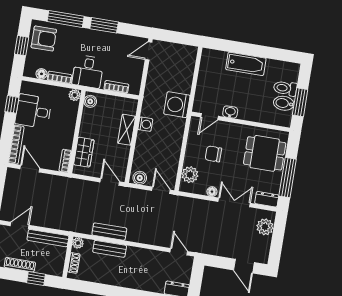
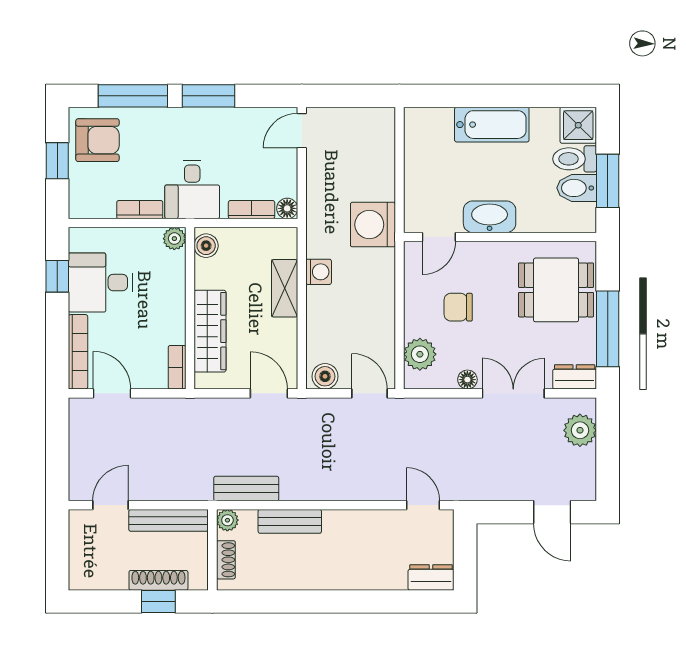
shower: (290, 71) -> (578, 125), added
floor lamp: (41, 74) -> (287, 208), moved
washbasin: (230, 112) -> (490, 217), width x1.91, depth x1.45
wardrobe: (84, 152) -> (210, 331), width x1.50
bench: (109, 232) -> (246, 489), moved
shoe rack: (20, 265) -> (158, 580), moved

